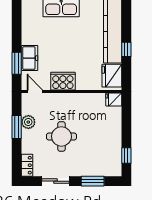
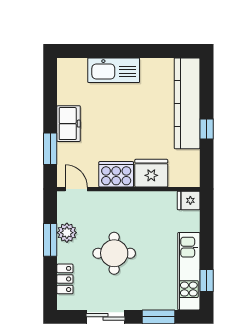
freezer: (30, 58) -> (69, 124), moved
fridge: (112, 76) -> (151, 173), moved, turned 90
kitchen unit: (114, 149) -> (189, 271), added
locker: (27, 165) -> (65, 279), moved

